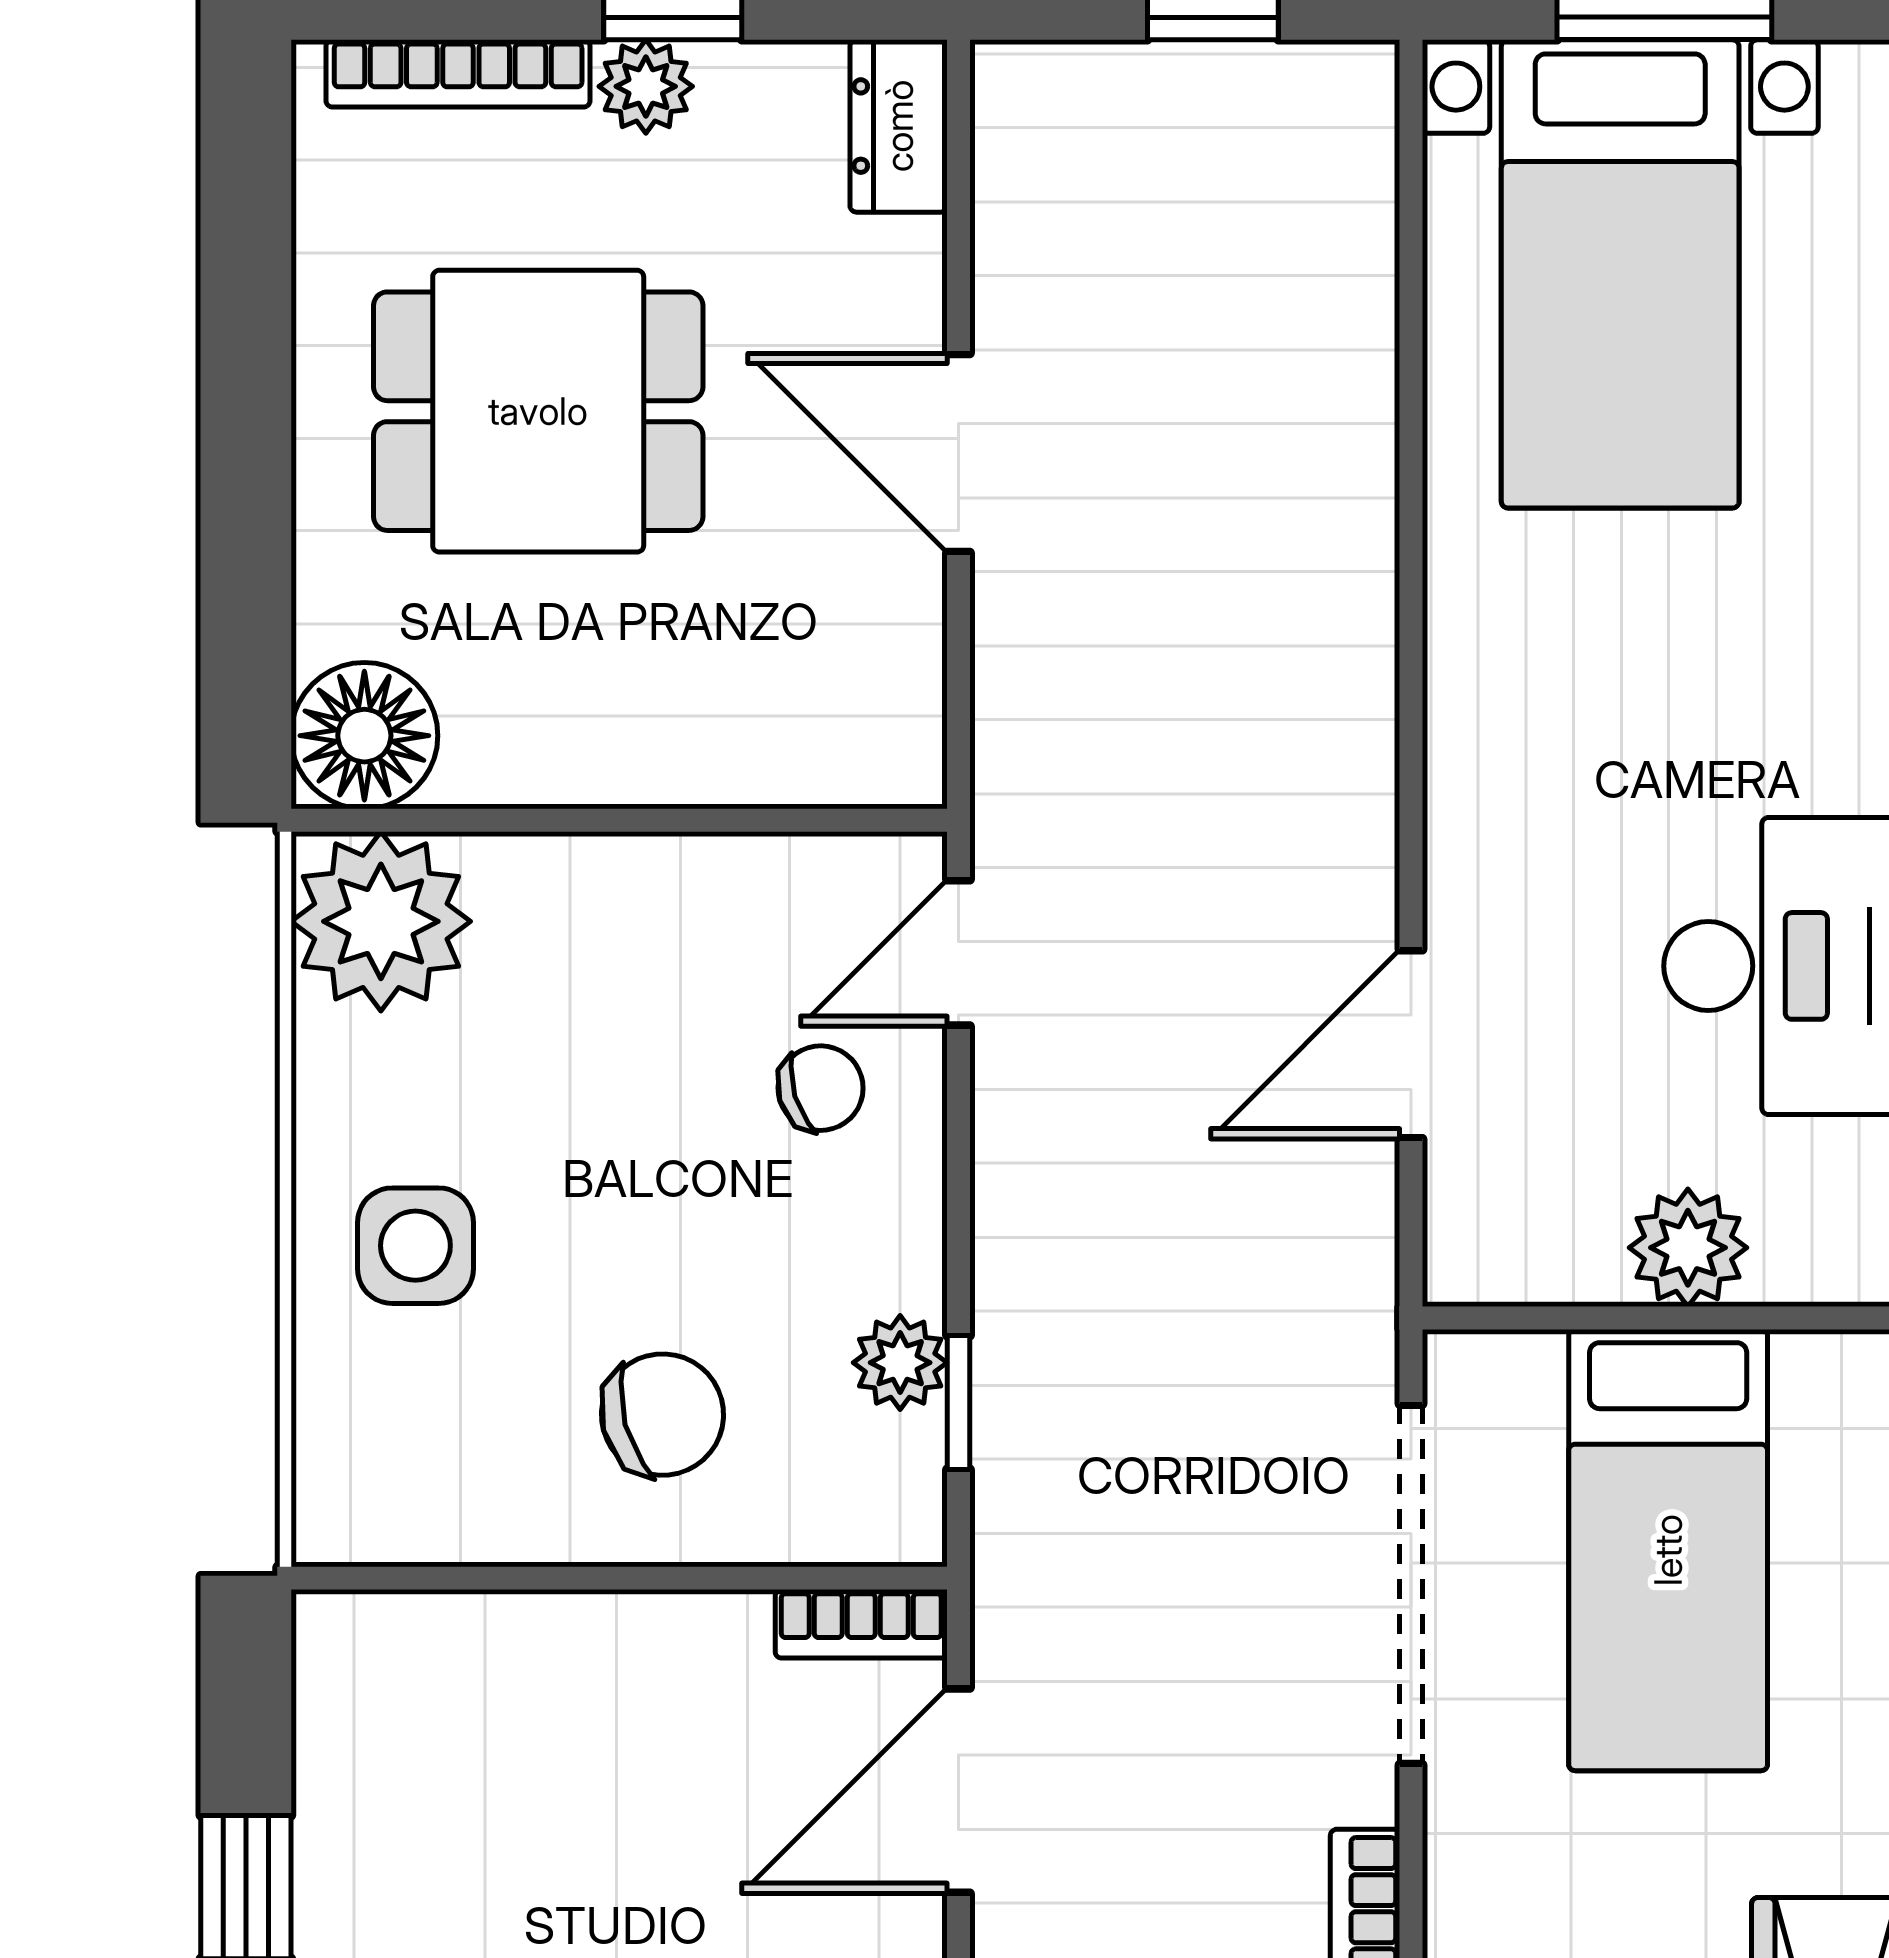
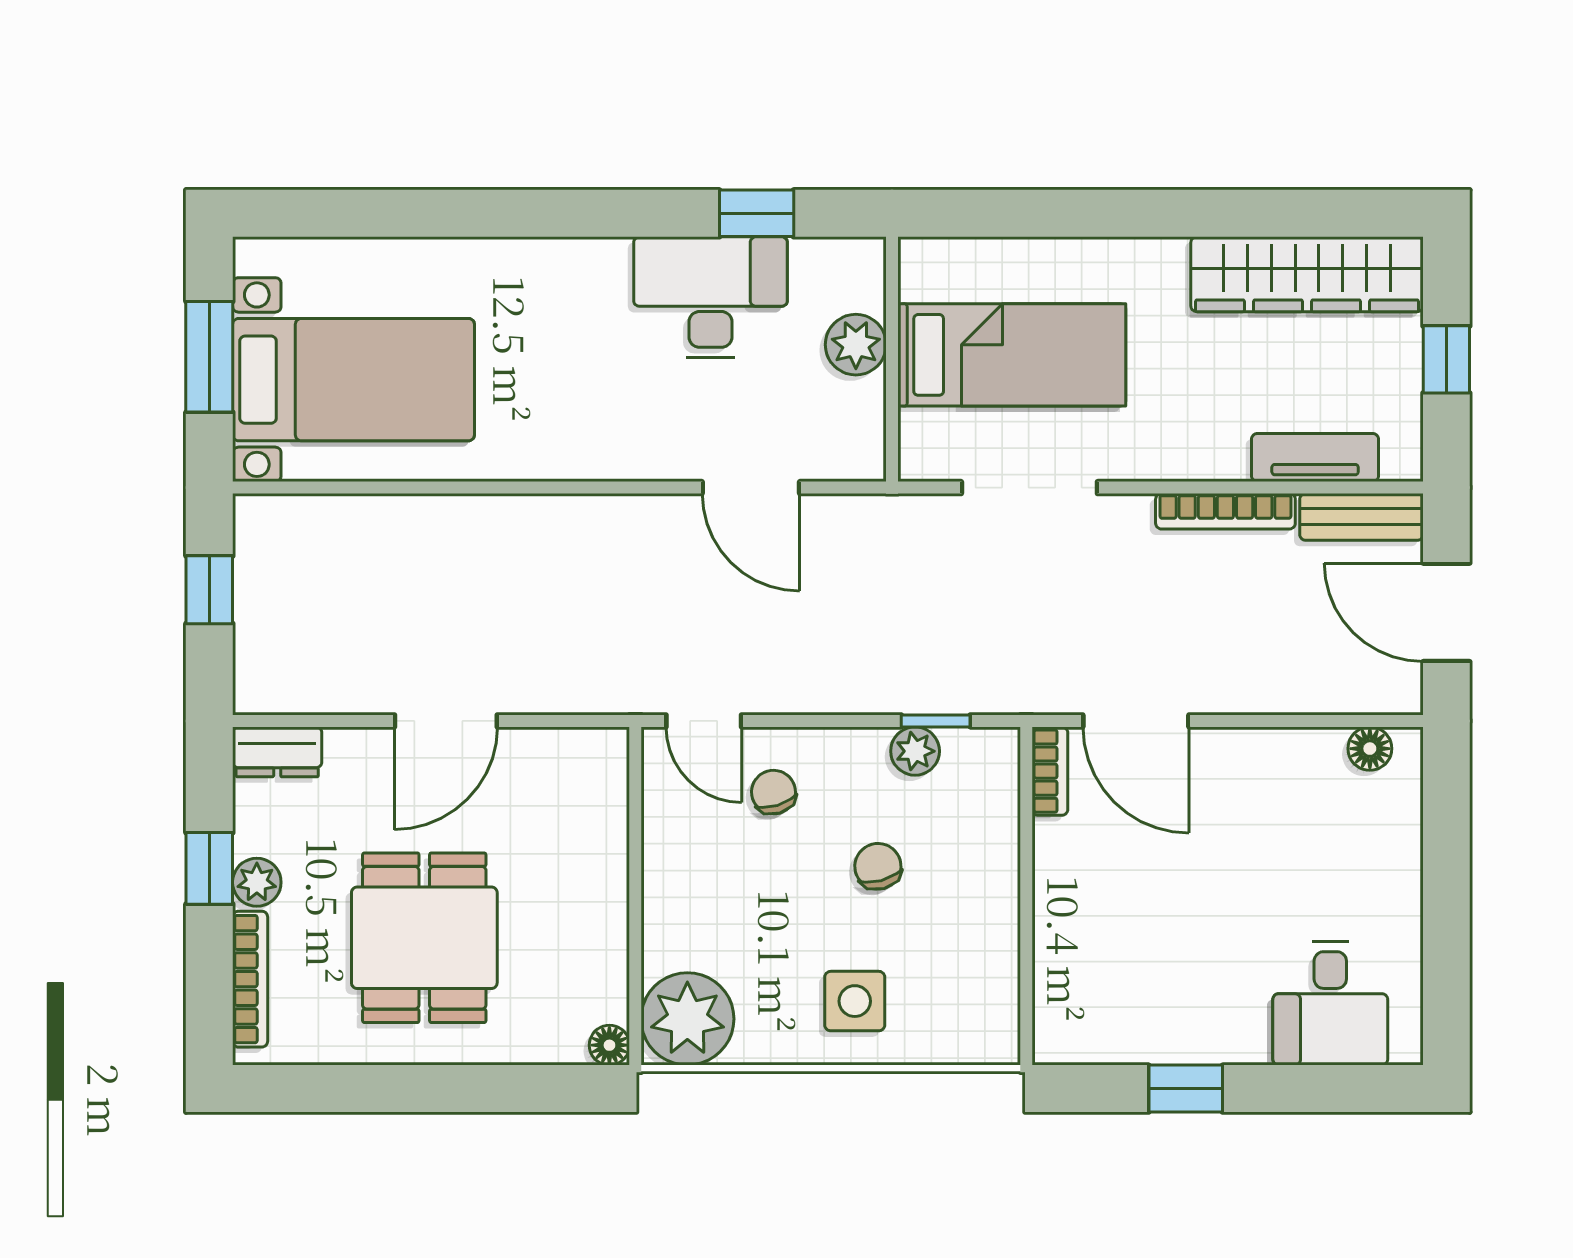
floor lamp: (364, 736) -> (609, 1045), width x0.53, depth x0.53
chair: (663, 1415) -> (878, 866), moved, width x0.73, depth x0.73
doorway: (1411, 1584) -> (1029, 488), width x0.73

